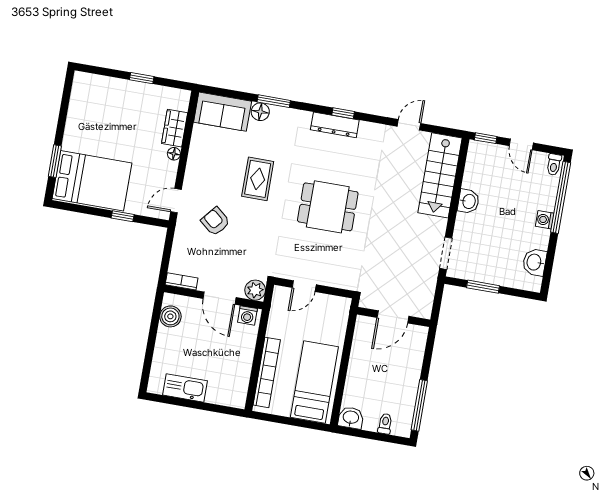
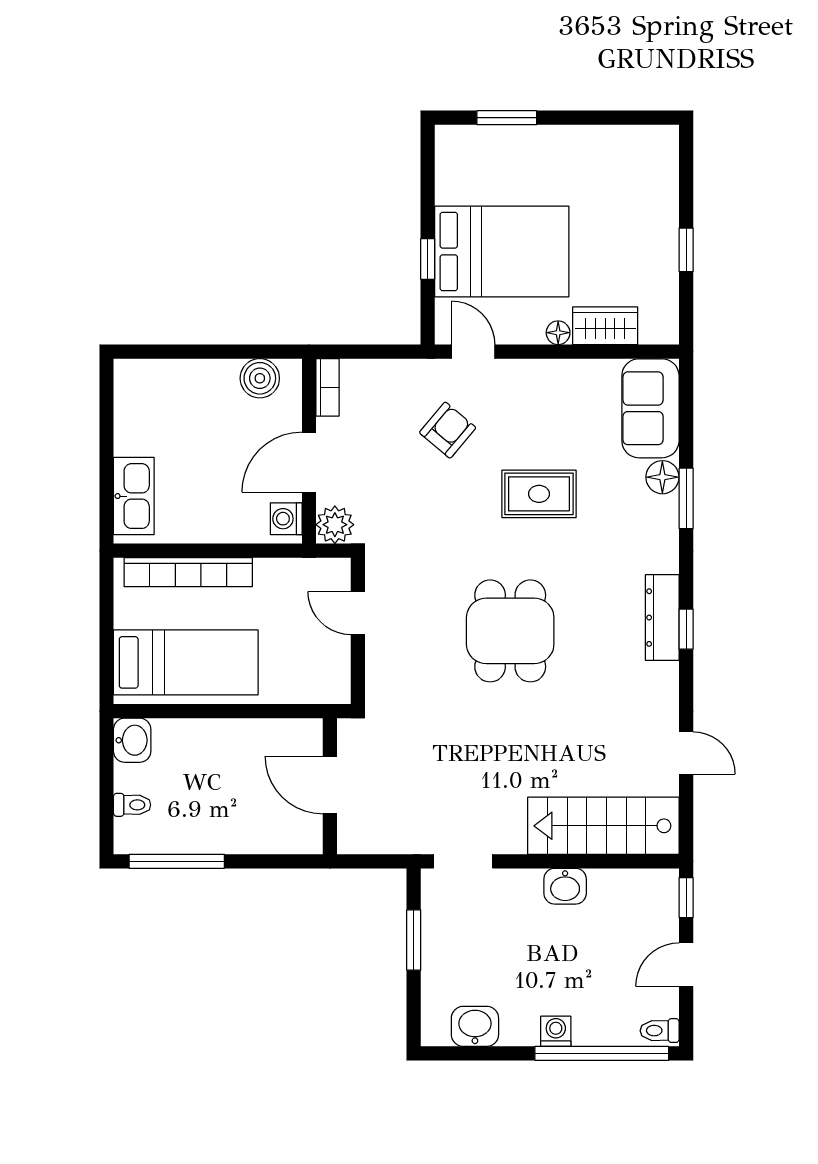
bed: (92, 181) -> (502, 251), moved, turned -90
kitchen sink: (185, 388) -> (134, 496), moved

